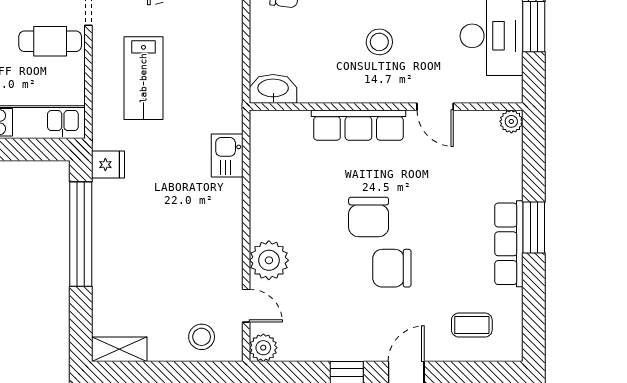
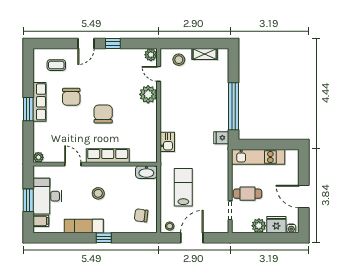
lab bench: (143, 78) -> (183, 187), moved
chair: (392, 268) -> (71, 97), moved, turned 90
shelving: (119, 349) -> (205, 54), moved

